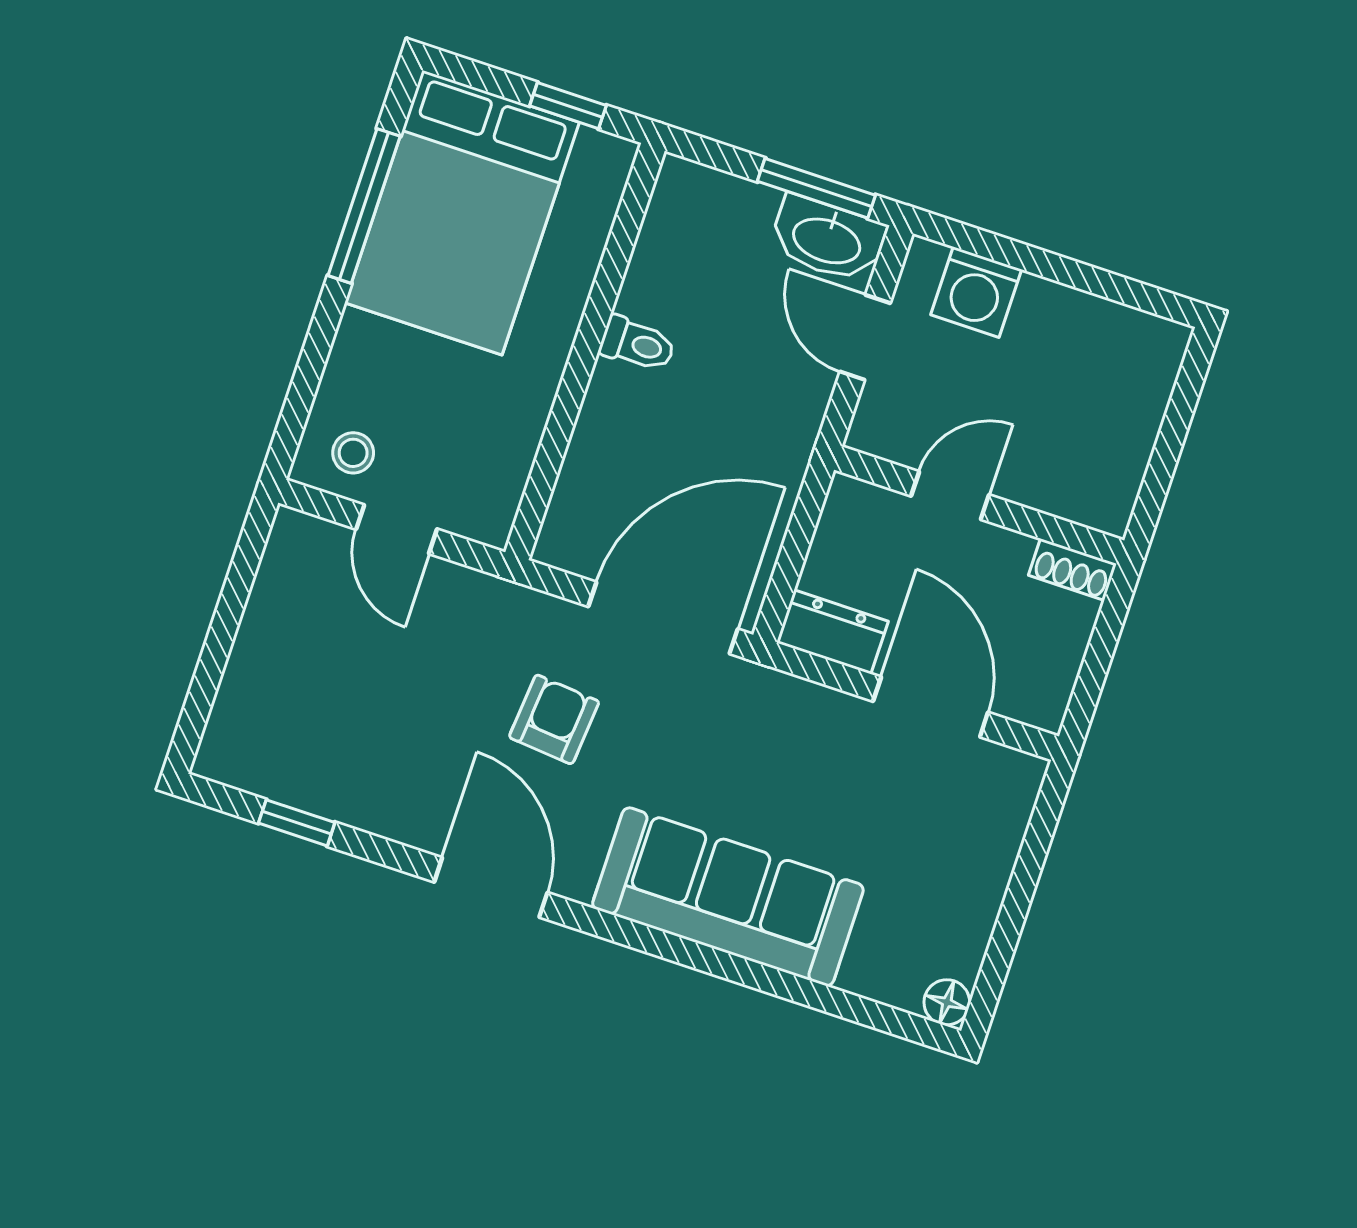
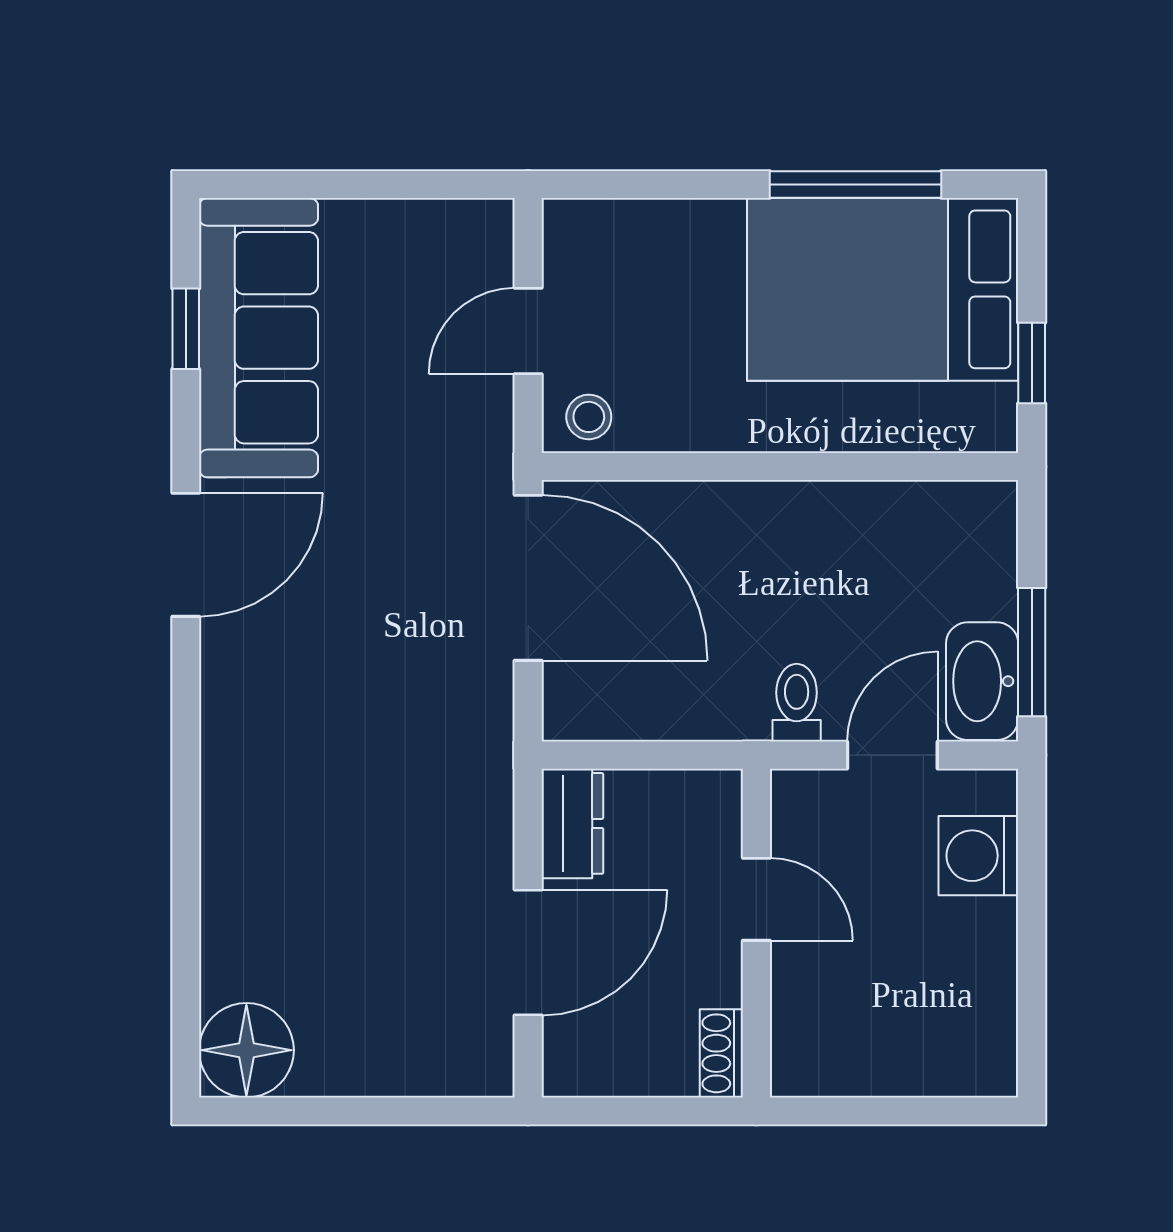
toilet: (637, 344) -> (797, 703), moved, turned 180
stool: (353, 453) -> (589, 417), moved
door: (663, 618) -> (528, 578), moved
armchair: (554, 719) -> (384, 562), removed
sofa: (728, 897) -> (259, 338), moved
floor lamp: (947, 1002) -> (246, 1050), width x1.89, depth x1.89

